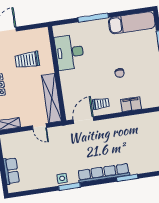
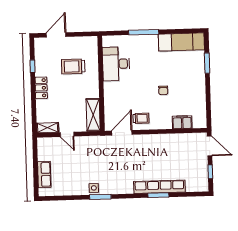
shelving: (52, 98) -> (93, 115), width x0.68
filing cabinet: (131, 104) -> (182, 122), moved
door: (39, 127) -> (67, 134), moved
row of seats: (104, 173) -> (159, 187), moved

